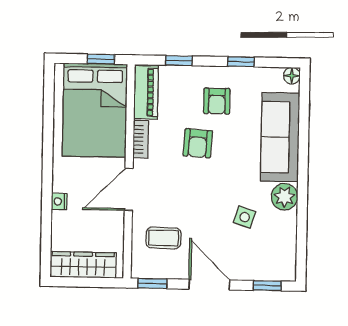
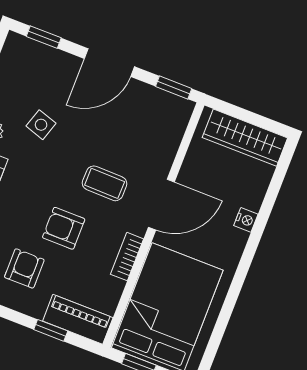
piano: (146, 92) -> (78, 319), moved, turned 90
armchair: (198, 143) -> (64, 228), turned -94
coffee table: (163, 238) -> (105, 183), moved
door: (209, 285) -> (109, 63), hinge flipped

